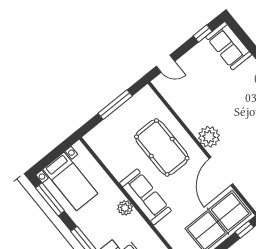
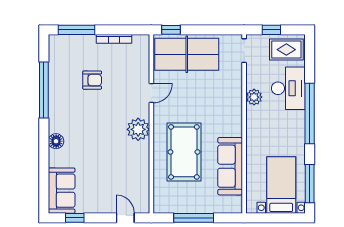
door: (221, 171) -> (151, 93), width x0.53
sofa: (145, 197) -> (230, 166), moved
plant: (125, 208) -> (254, 97), moved

